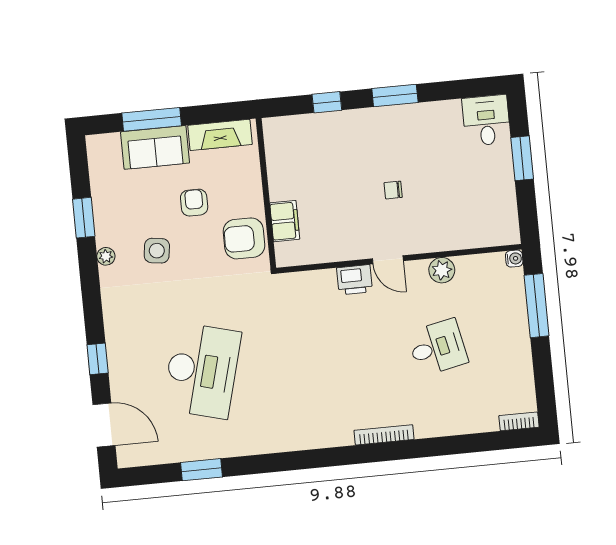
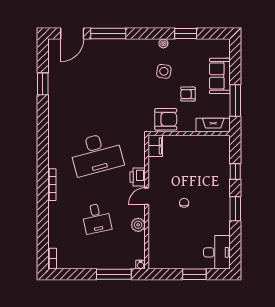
window: (152, 119) -> (235, 101), moved
desk: (486, 120) -> (217, 252), width x1.37
fireplace: (220, 135) -> (213, 125), moved, turned 90
armchair: (194, 203) -> (188, 94), turned 180
filing cabinet: (285, 221) -> (155, 146), moved, turned -90
armchair: (244, 238) -> (166, 119), turned 90
window: (98, 359) -> (108, 33), width x2.17
desk: (202, 371) -> (96, 154), moved, turned -30

